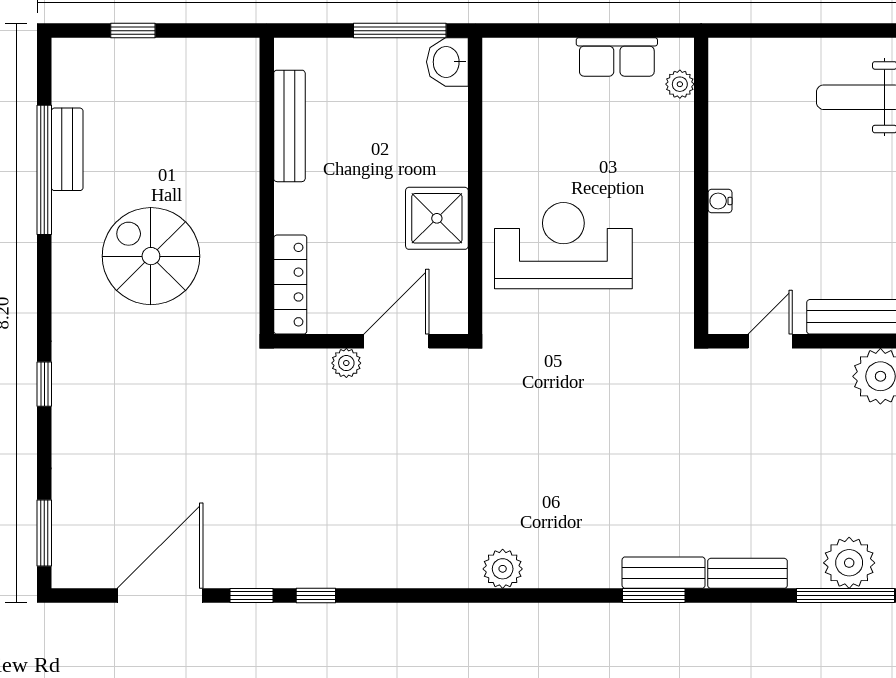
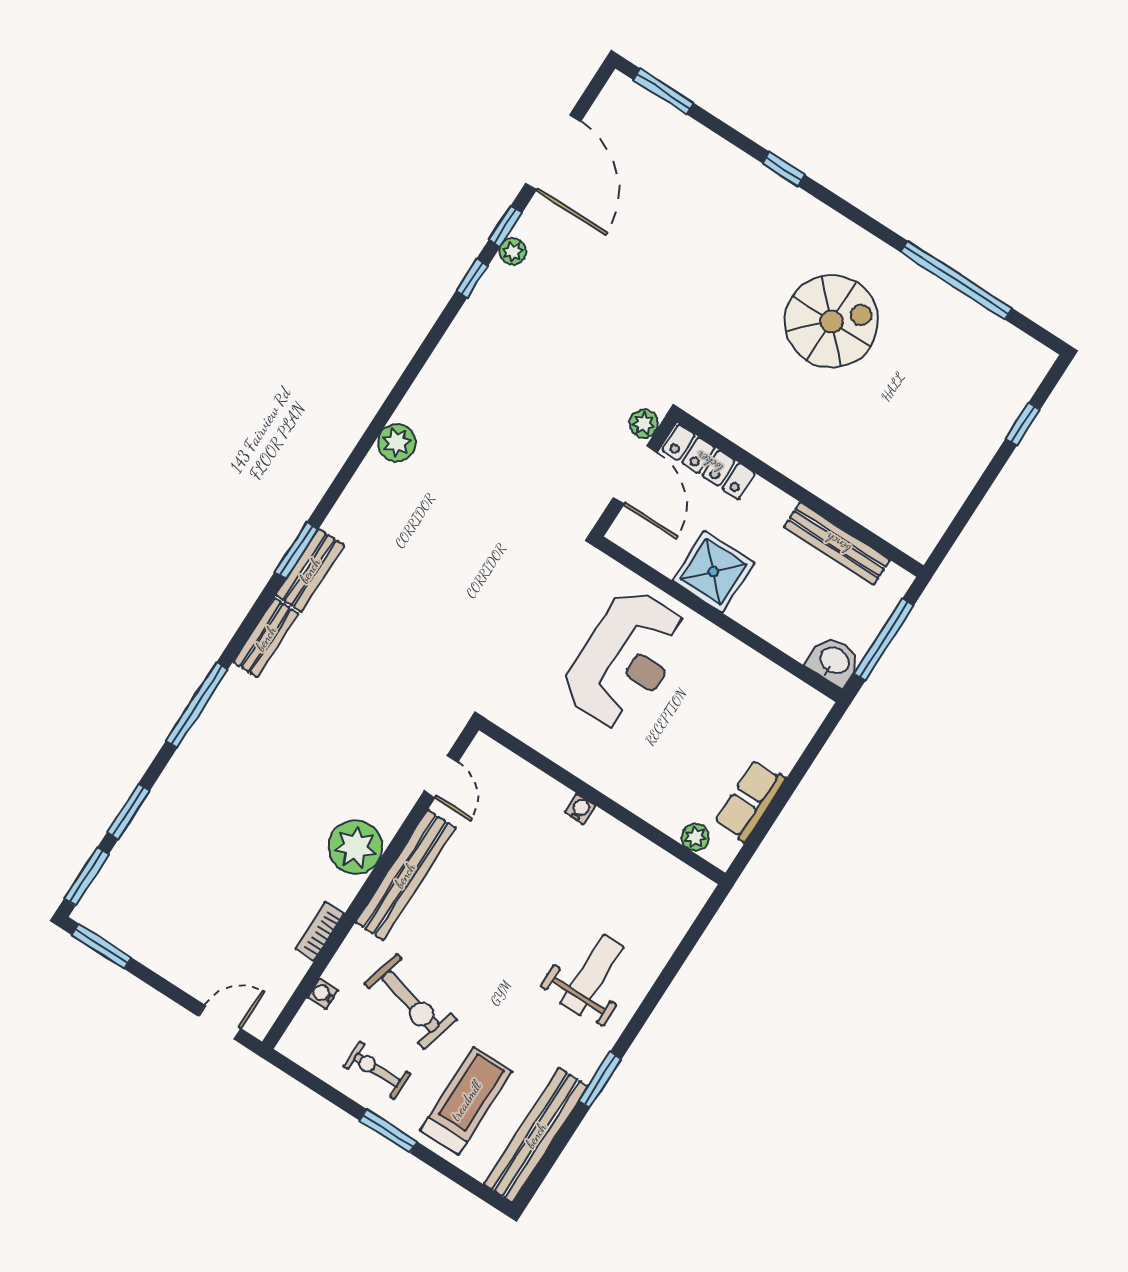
bench: (289, 126) -> (837, 543), moved
bench: (67, 149) -> (961, 309), removed
wall: (267, 186) -> (800, 494), moved
locker: (290, 285) -> (709, 462), moved
plant: (849, 563) -> (513, 252), moved, width x0.53, depth x0.53

